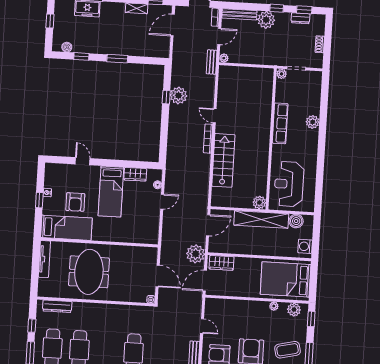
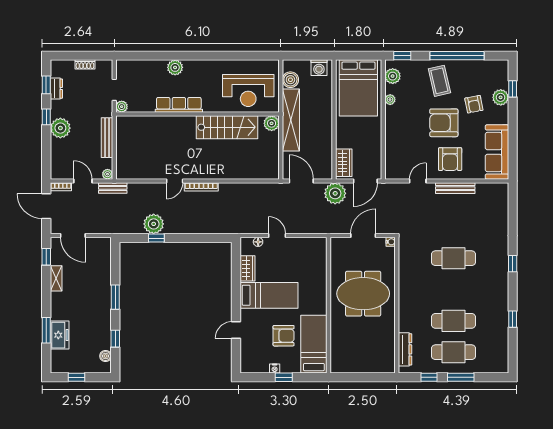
bench: (239, 14) -> (107, 138), moved
stairs: (223, 160) -> (227, 127), moved, turned 180
tv unit: (44, 259) -> (352, 367), removed
meeting table: (89, 272) -> (363, 294), moved
door: (205, 281) -> (365, 181), hinge flipped

